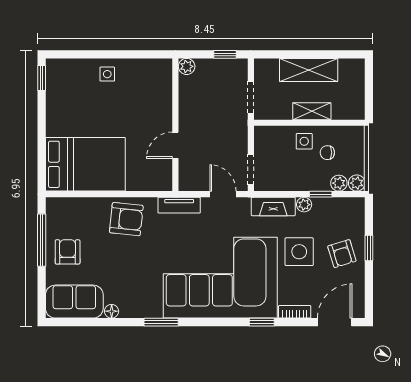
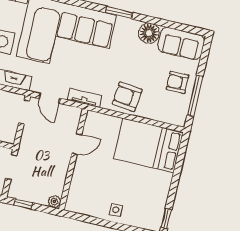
armchair: (68, 252) -> (177, 82), turned 90
floor lamp: (112, 311) -> (149, 33), width x1.89, depth x1.89

